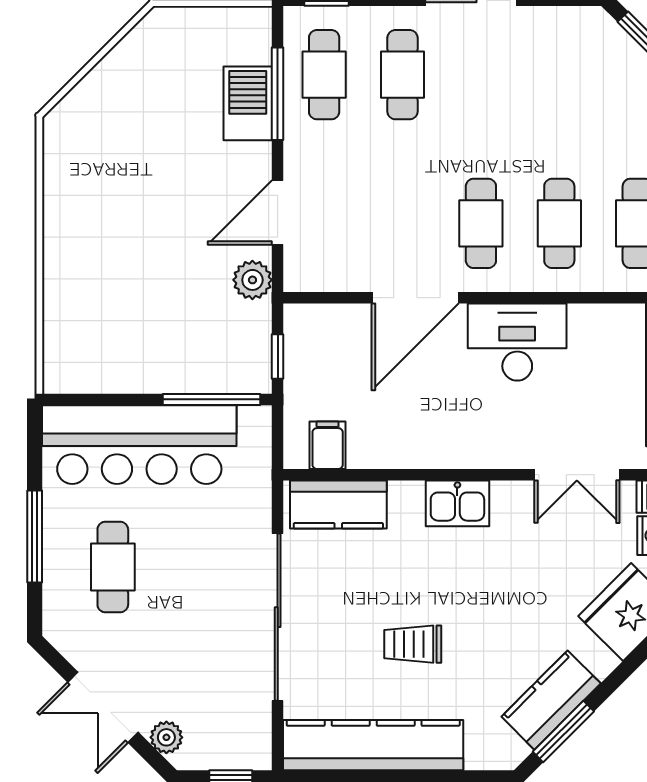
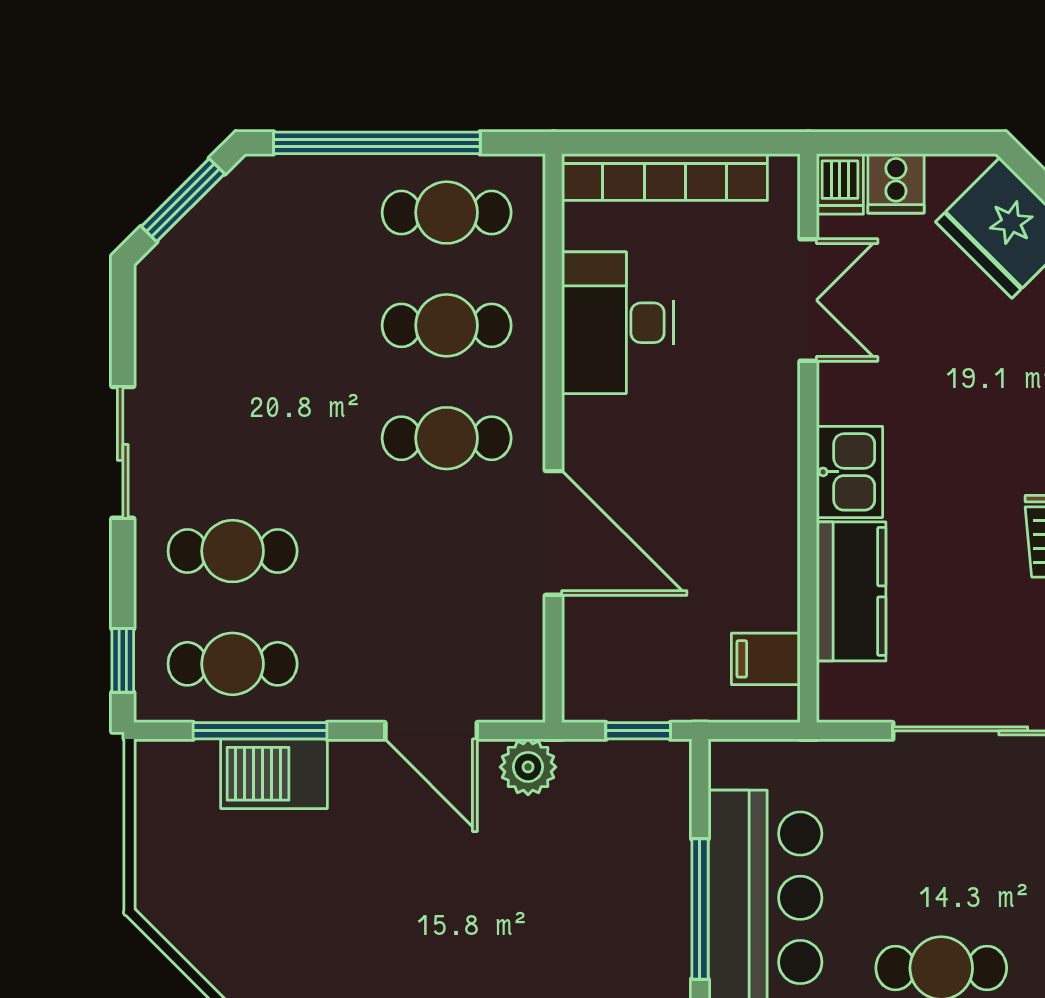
desk: (517, 342) -> (617, 323), moved
window: (212, 399) -> (700, 909), moved
kitchen counter: (338, 504) -> (851, 591), moved

